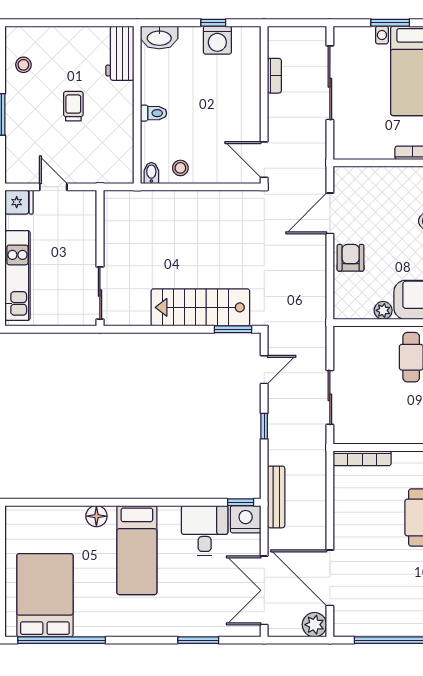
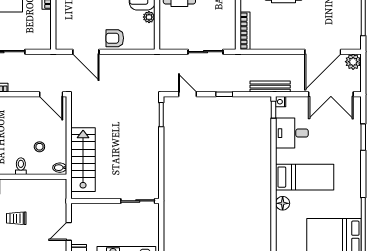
door: (264, 160) -> (51, 94), hinge flipped
stool: (180, 168) -> (39, 147), moved
stairs: (200, 307) -> (83, 160), moved, turned 180
nightstand: (246, 519) -> (281, 102), width x0.53, depth x0.56

